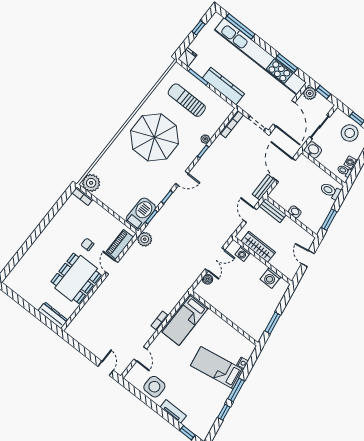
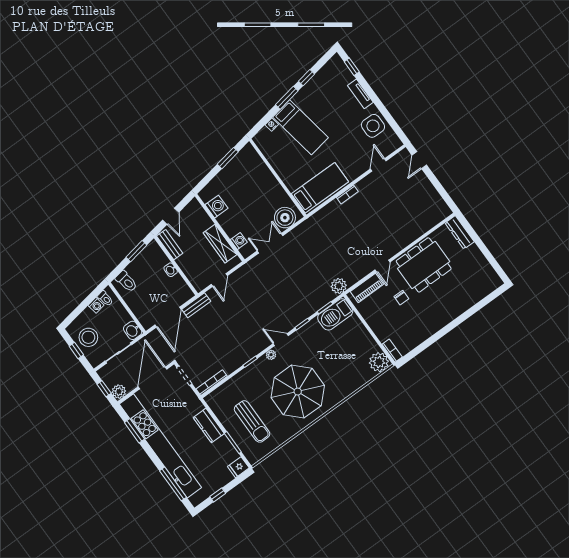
kitchen counter: (223, 86) -> (209, 426), width x0.67
plant: (205, 139) -> (271, 355), moved
bench: (273, 210) -> (170, 245), moved
boiler: (208, 279) -> (285, 218), width x1.86, depth x1.86

